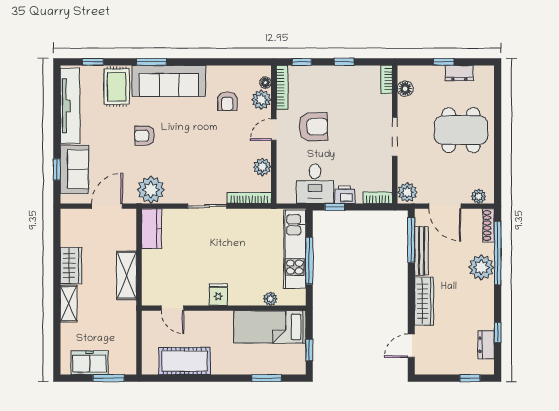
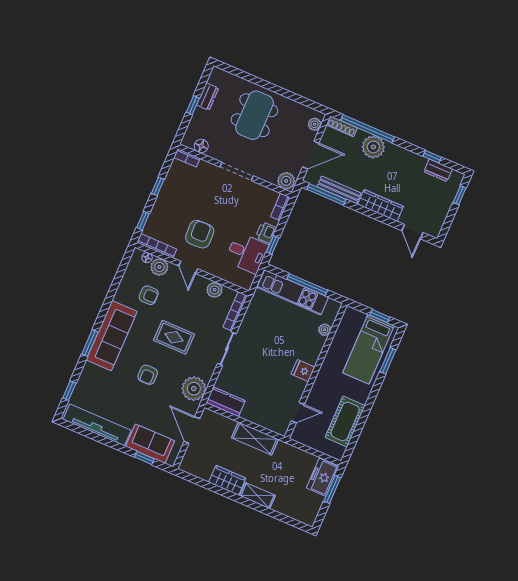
rug: (117, 87) -> (174, 337), moved
bed: (270, 327) -> (368, 349), moved
freezer: (90, 363) -> (323, 477), moved

